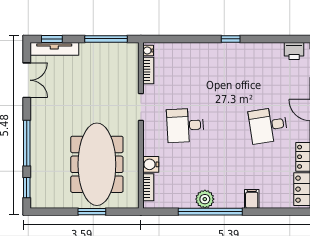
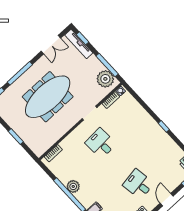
plant: (119, 55) -> (105, 79), added
meeting table: (97, 164) -> (48, 97), moved
water cooler: (151, 164) -> (66, 144), removed

